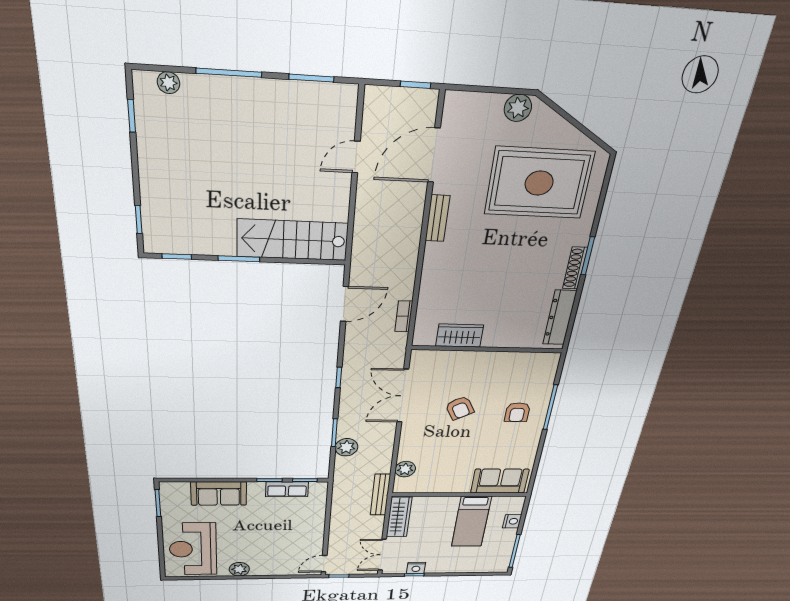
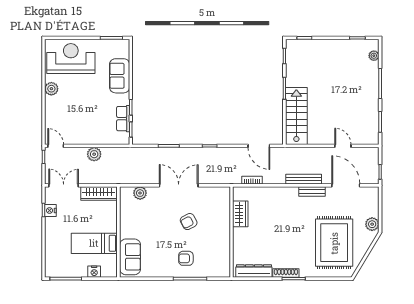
double door: (403, 396) -> (179, 185), moved
plant: (346, 447) -> (94, 154), moved
bench: (380, 495) -> (304, 179), moved

